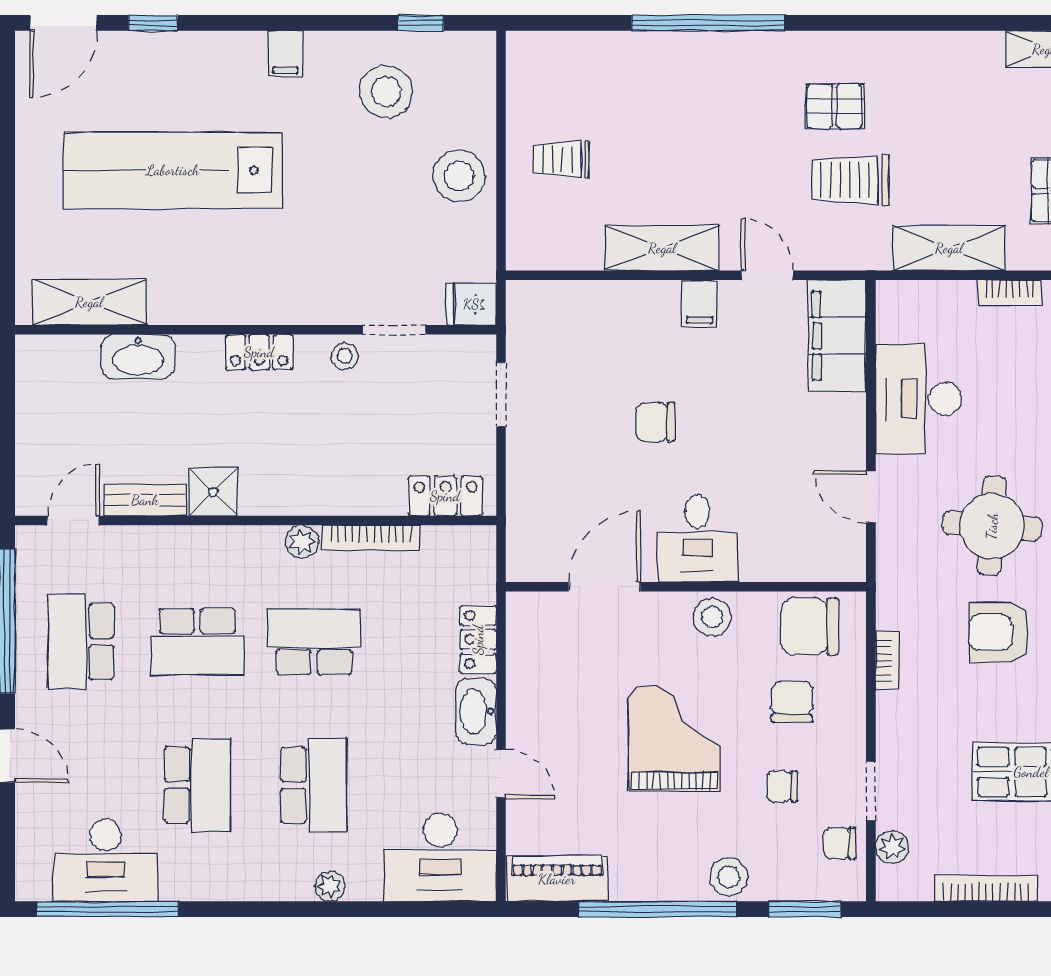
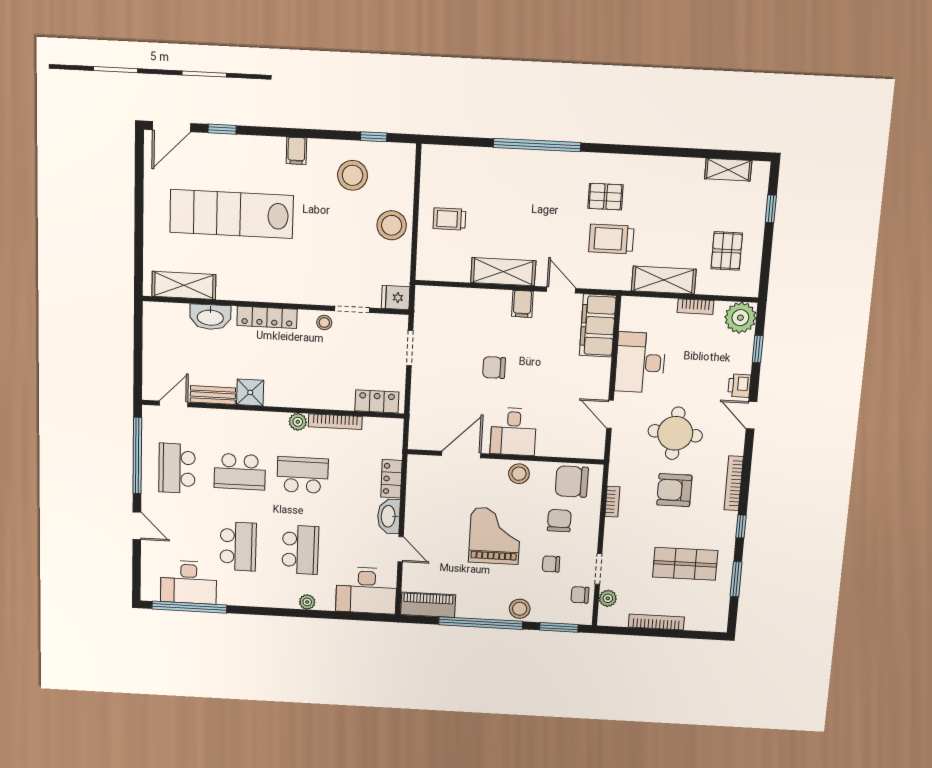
locker: (259, 352) -> (267, 317), width x1.53

